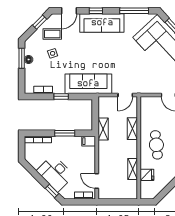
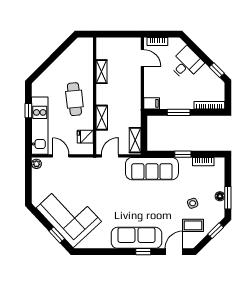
window: (134, 11) -> (100, 252), removed
window: (40, 22) -> (216, 231), moved
shelving: (103, 129) -> (135, 140), moved
desk: (55, 173) -> (186, 64), width x0.73
fridge: (147, 175) -> (85, 137), moved
window: (52, 191) -> (217, 70), moved

